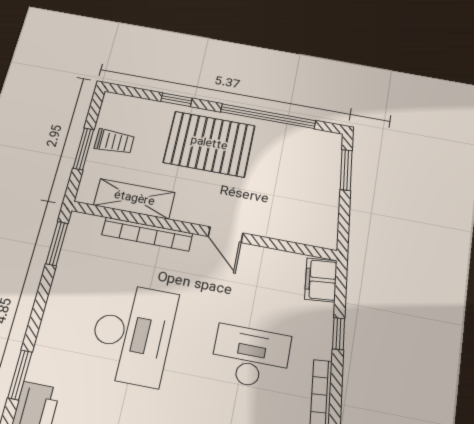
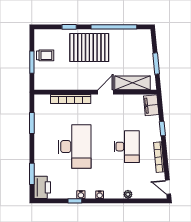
window: (346, 170) -> (156, 63), moved
shelving: (134, 199) -> (132, 83), moved
door: (226, 235) -> (105, 92), swing flipped
window: (57, 244) -> (32, 123), moved
desk: (251, 357) -> (127, 147), turned 90

